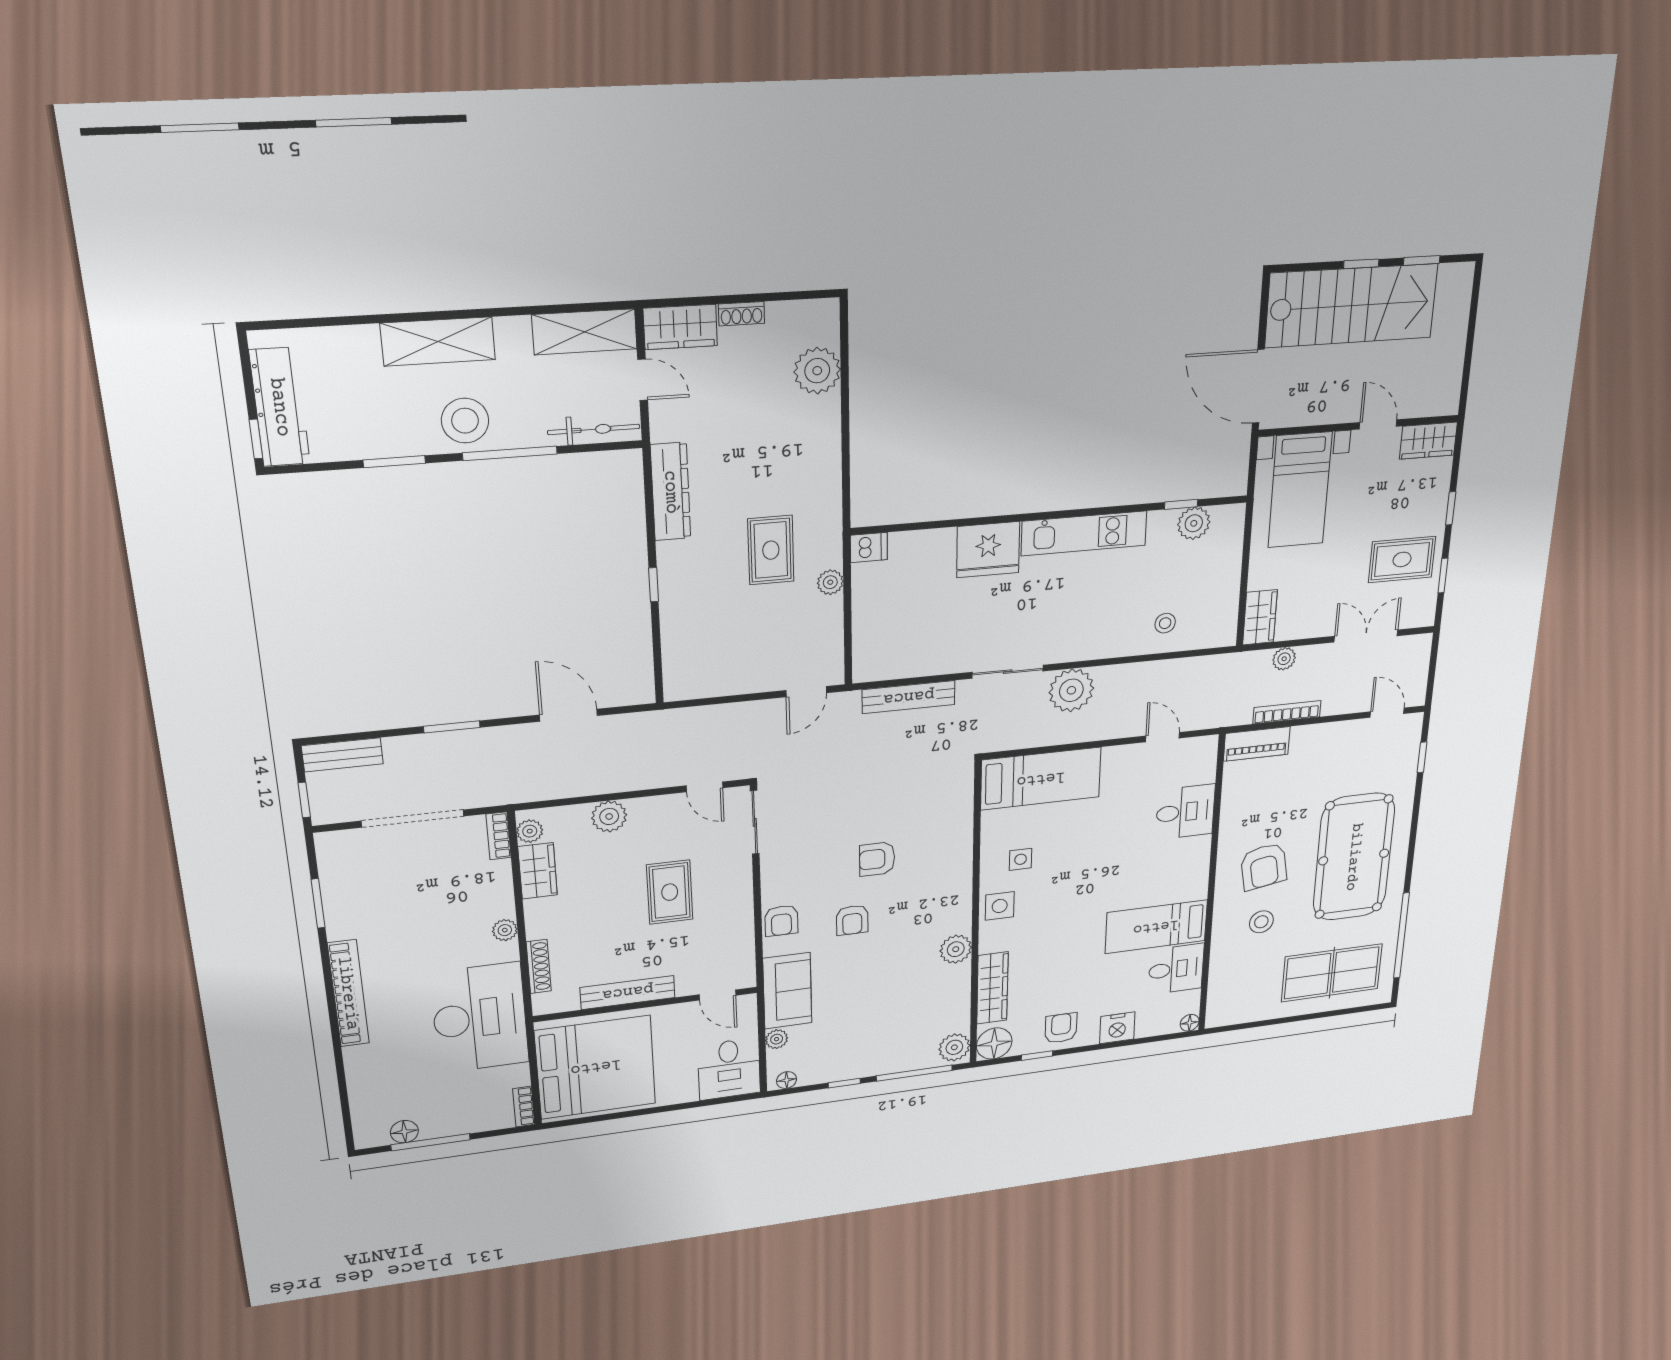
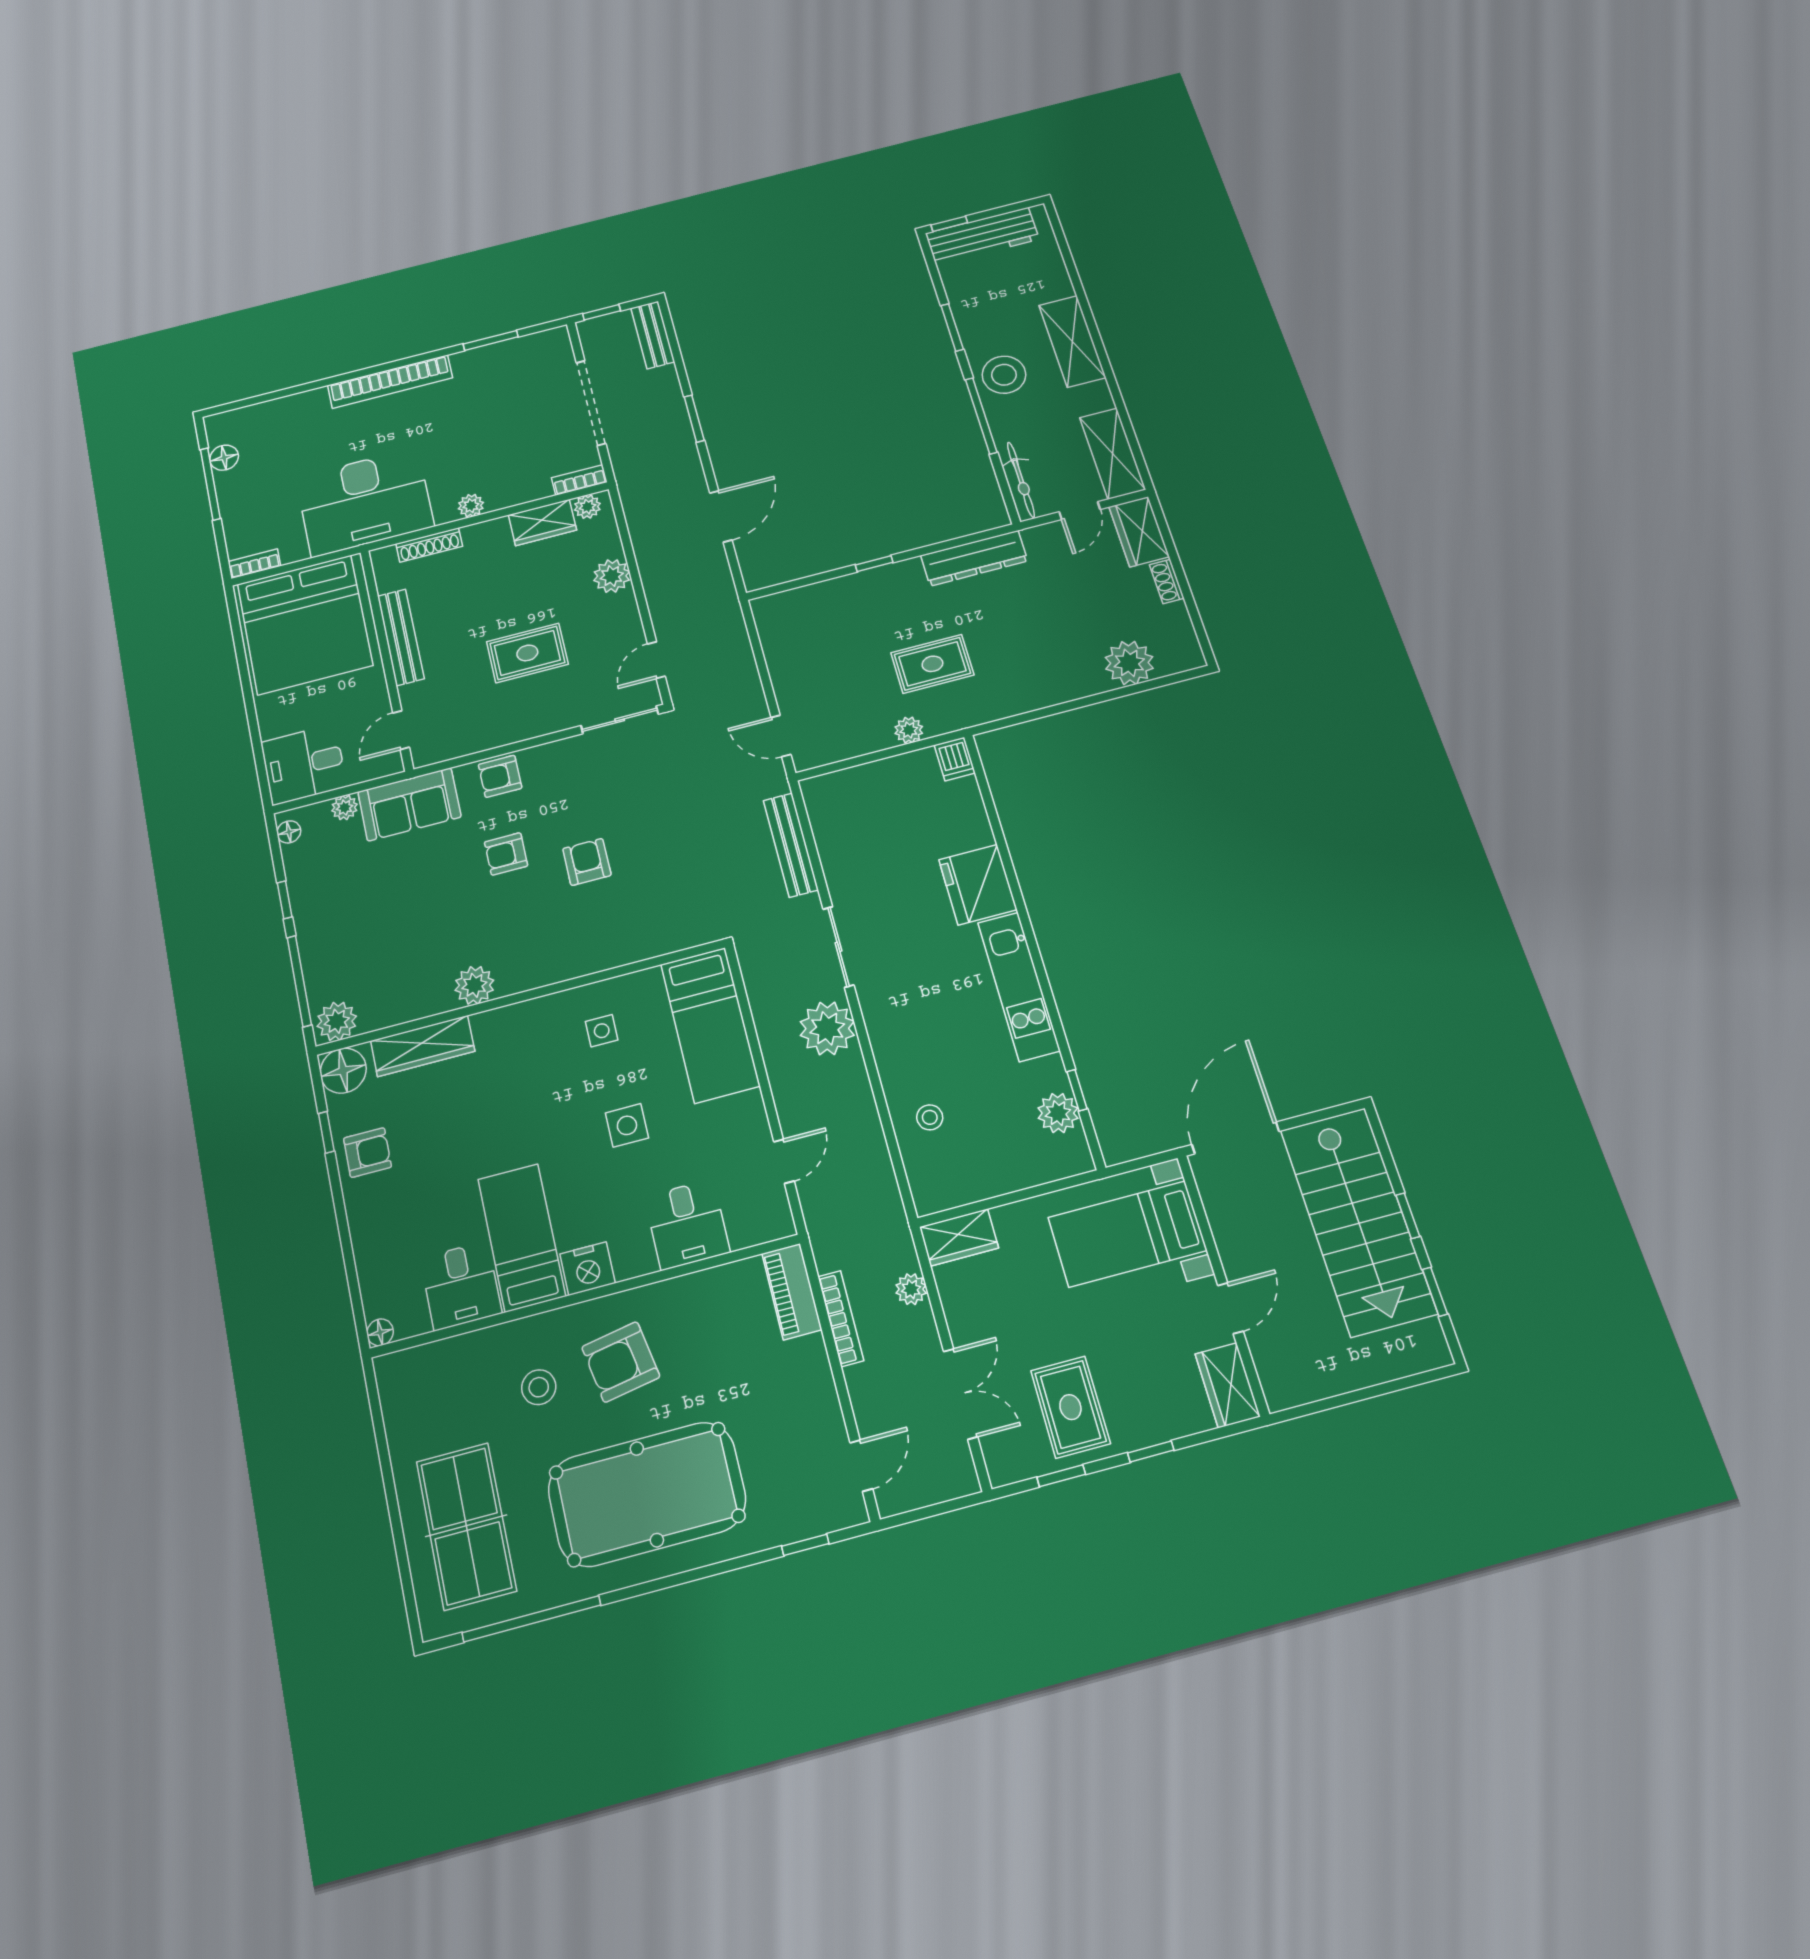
side table: (1000, 906) -> (627, 1125), moved
nightstand: (1117, 1028) -> (588, 1269), moved, turned -90

